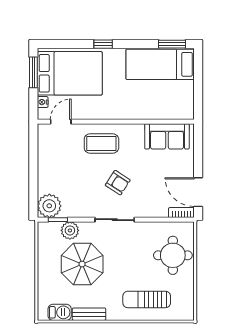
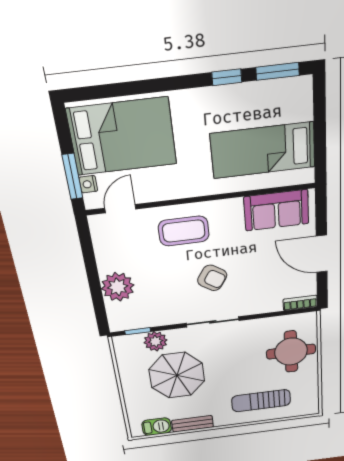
window: (103, 44) -> (227, 77), moved
bed: (160, 64) -> (263, 150), moved
window: (33, 72) -> (72, 176), moved
door: (198, 192) -> (322, 254), moved
plant: (49, 206) -> (118, 287), moved

